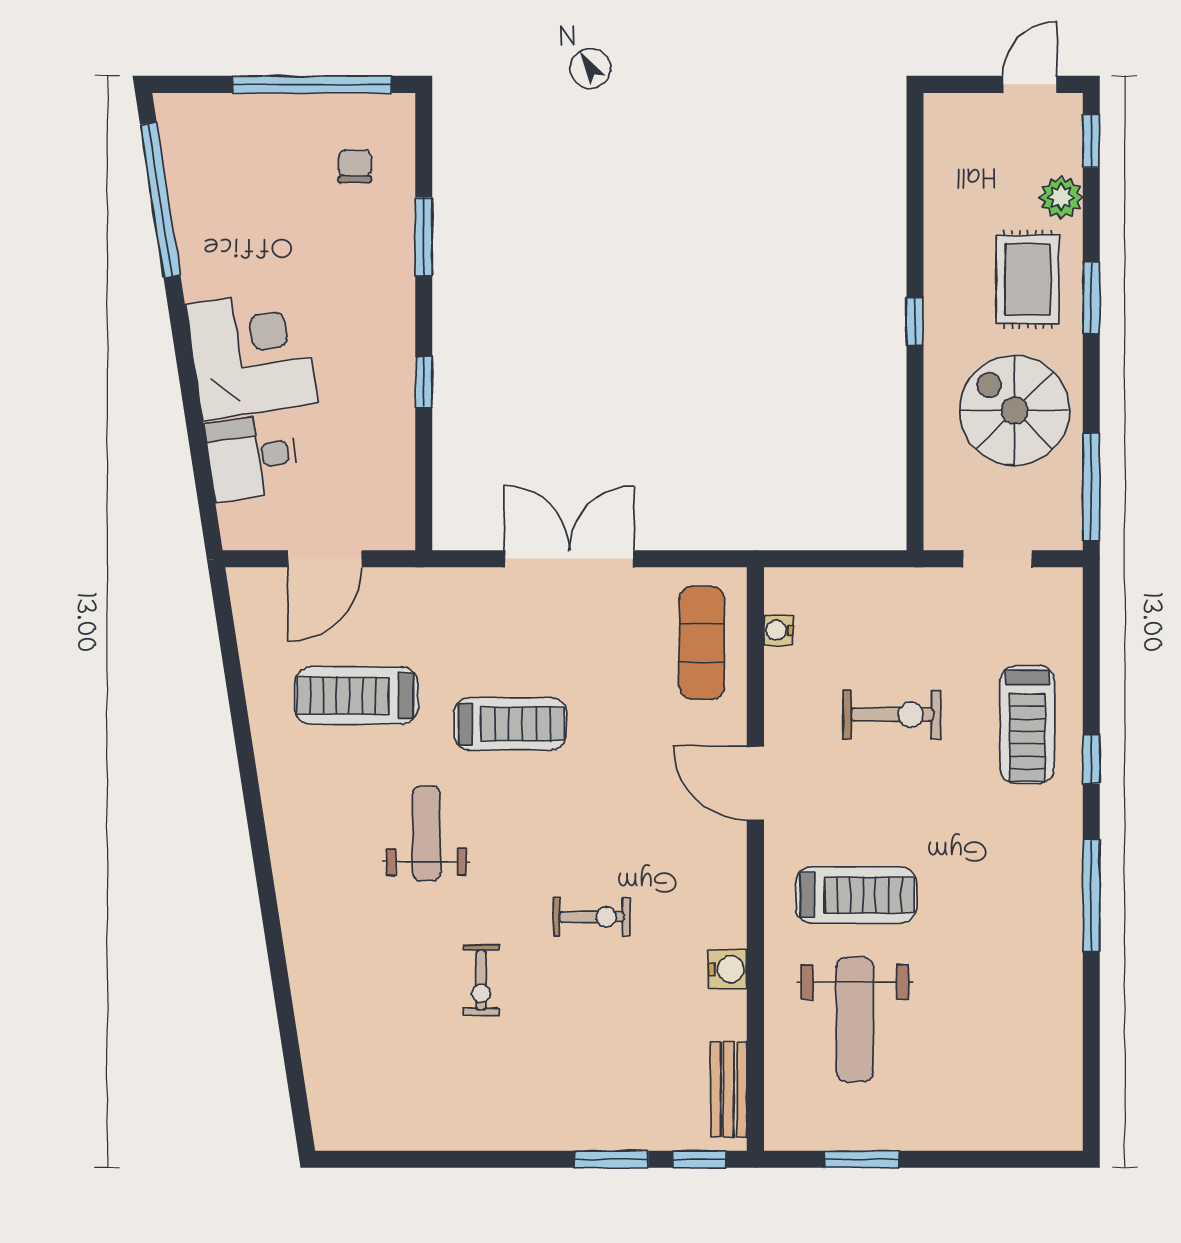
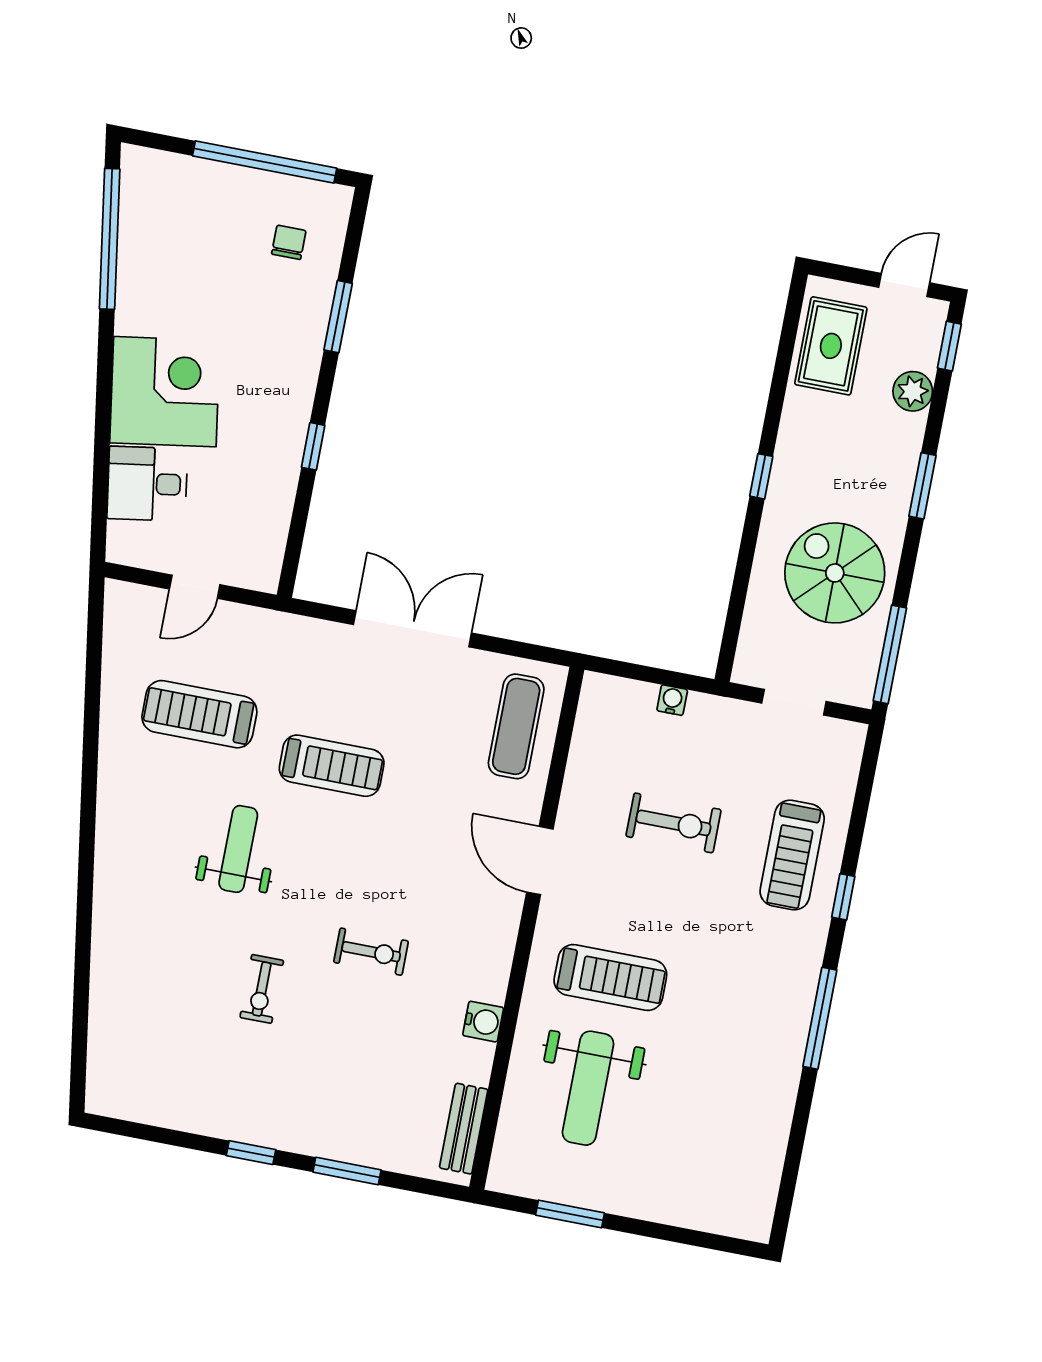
rug: (1028, 279) -> (831, 346), moved
door: (325, 559) -> (195, 587), width x0.73
water cooler: (778, 630) -> (672, 700), moved, turned 90
window: (699, 1159) -> (251, 1153), moved

